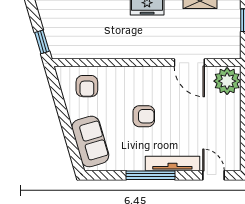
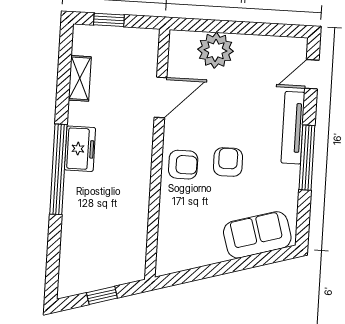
window: (42, 42) -> (102, 295), moved
plant: (227, 81) -> (216, 50), moved
armchair: (87, 86) -> (183, 165), moved

